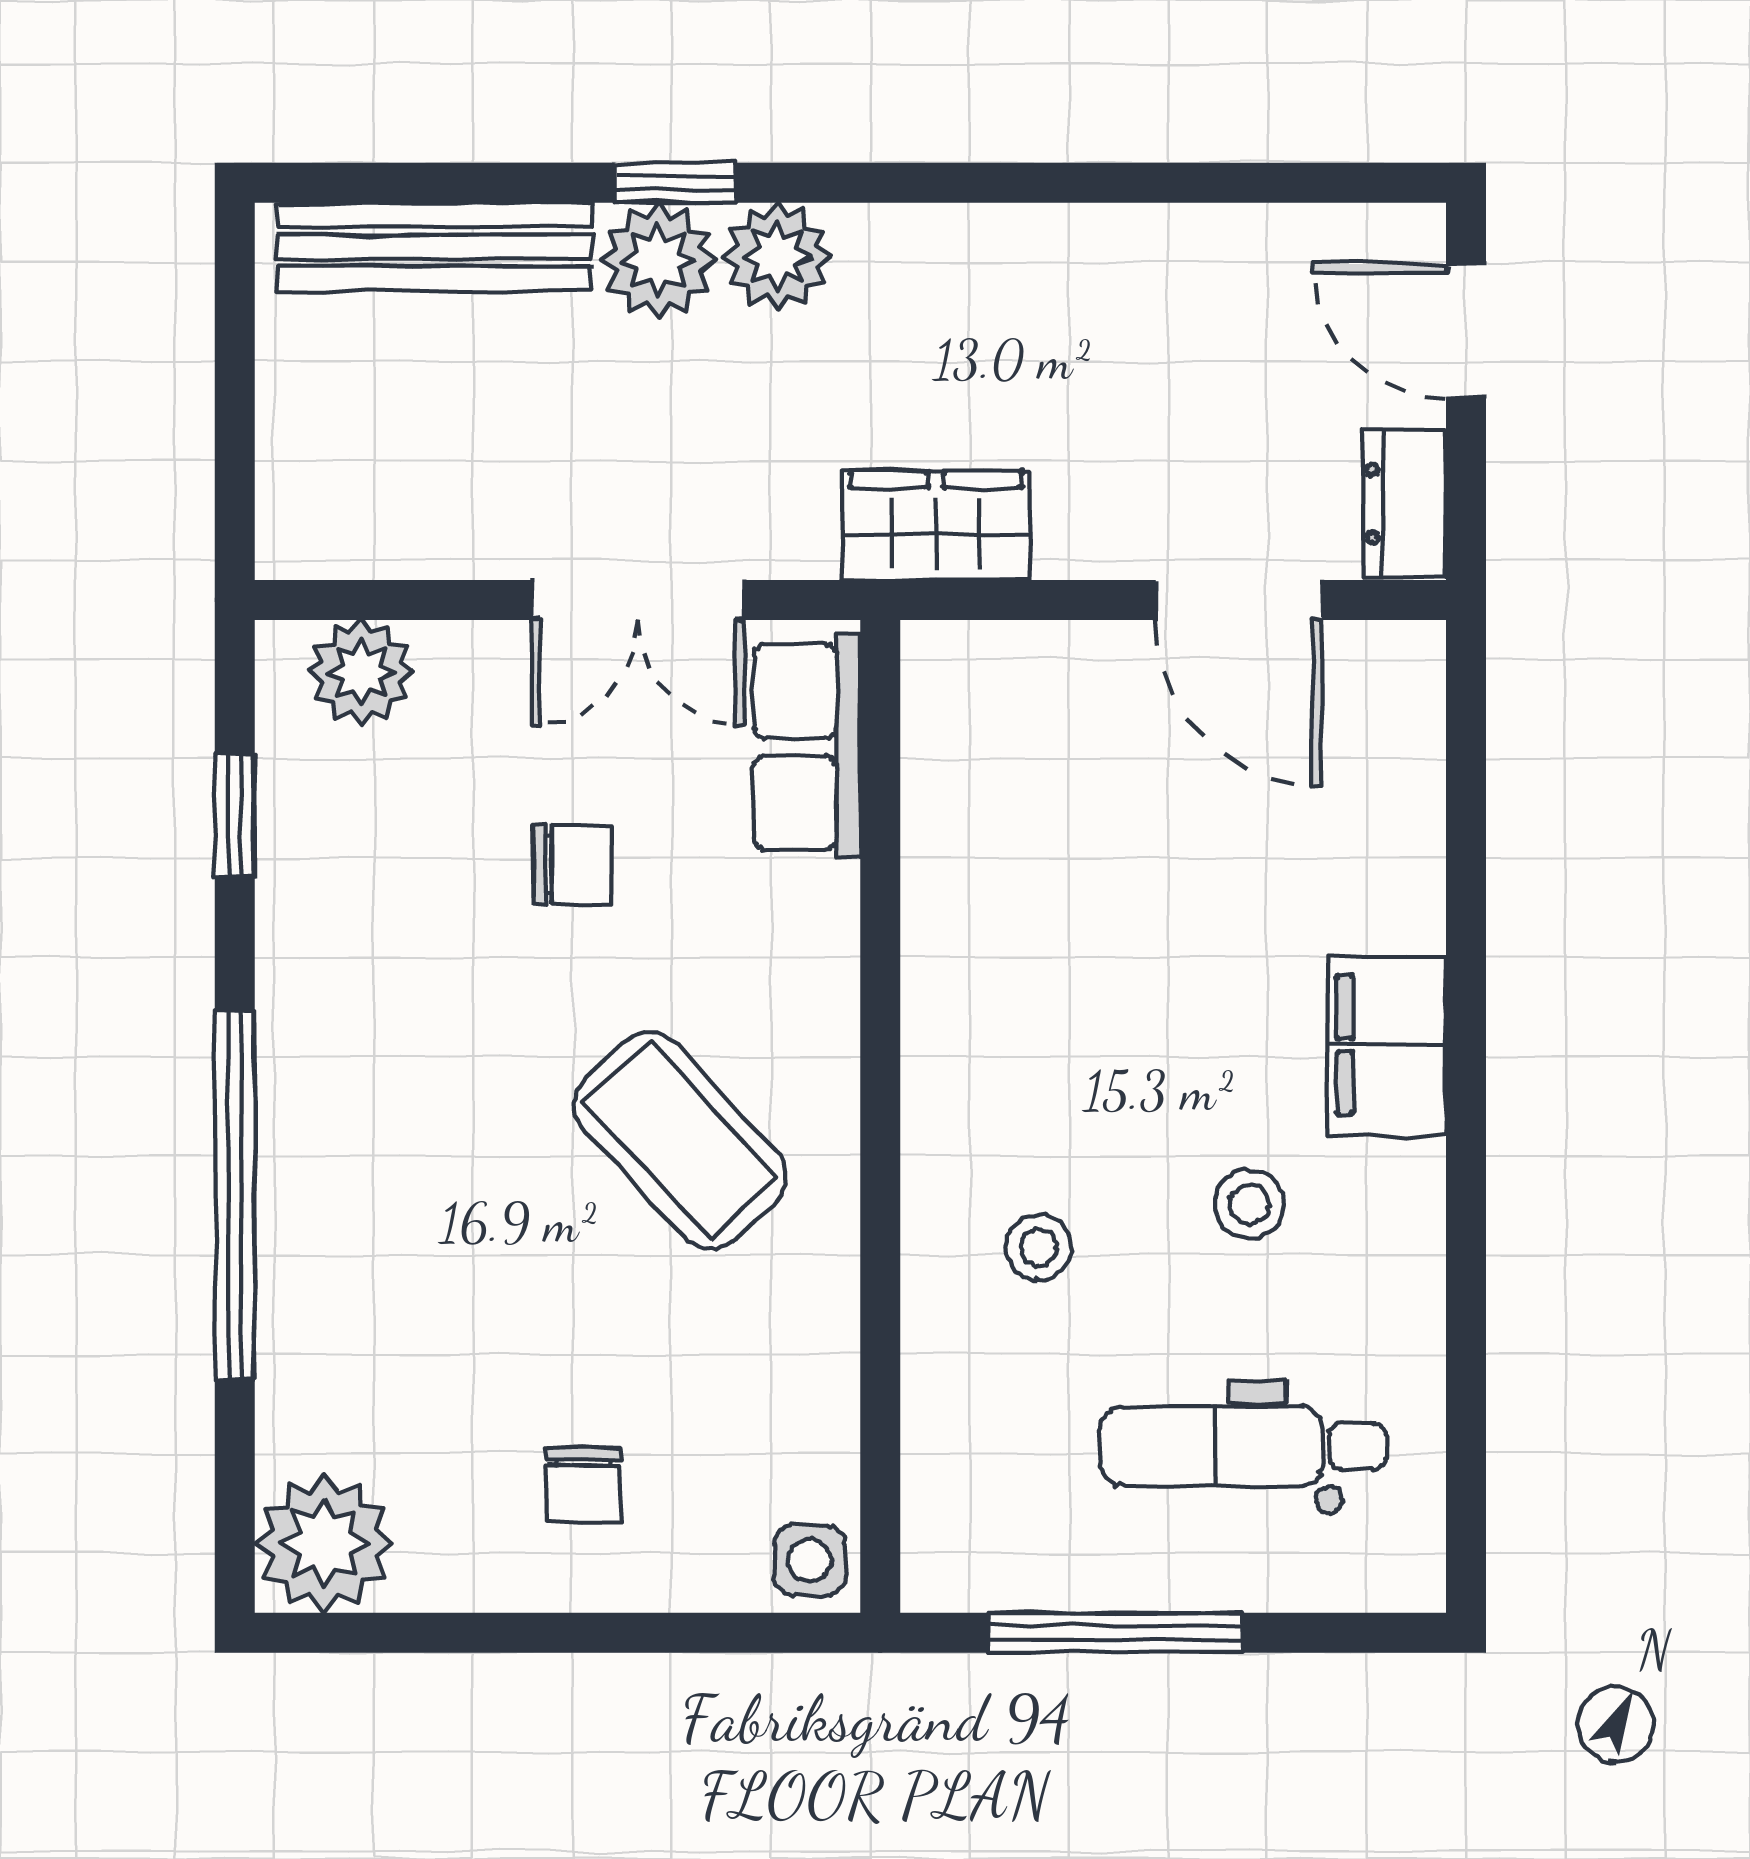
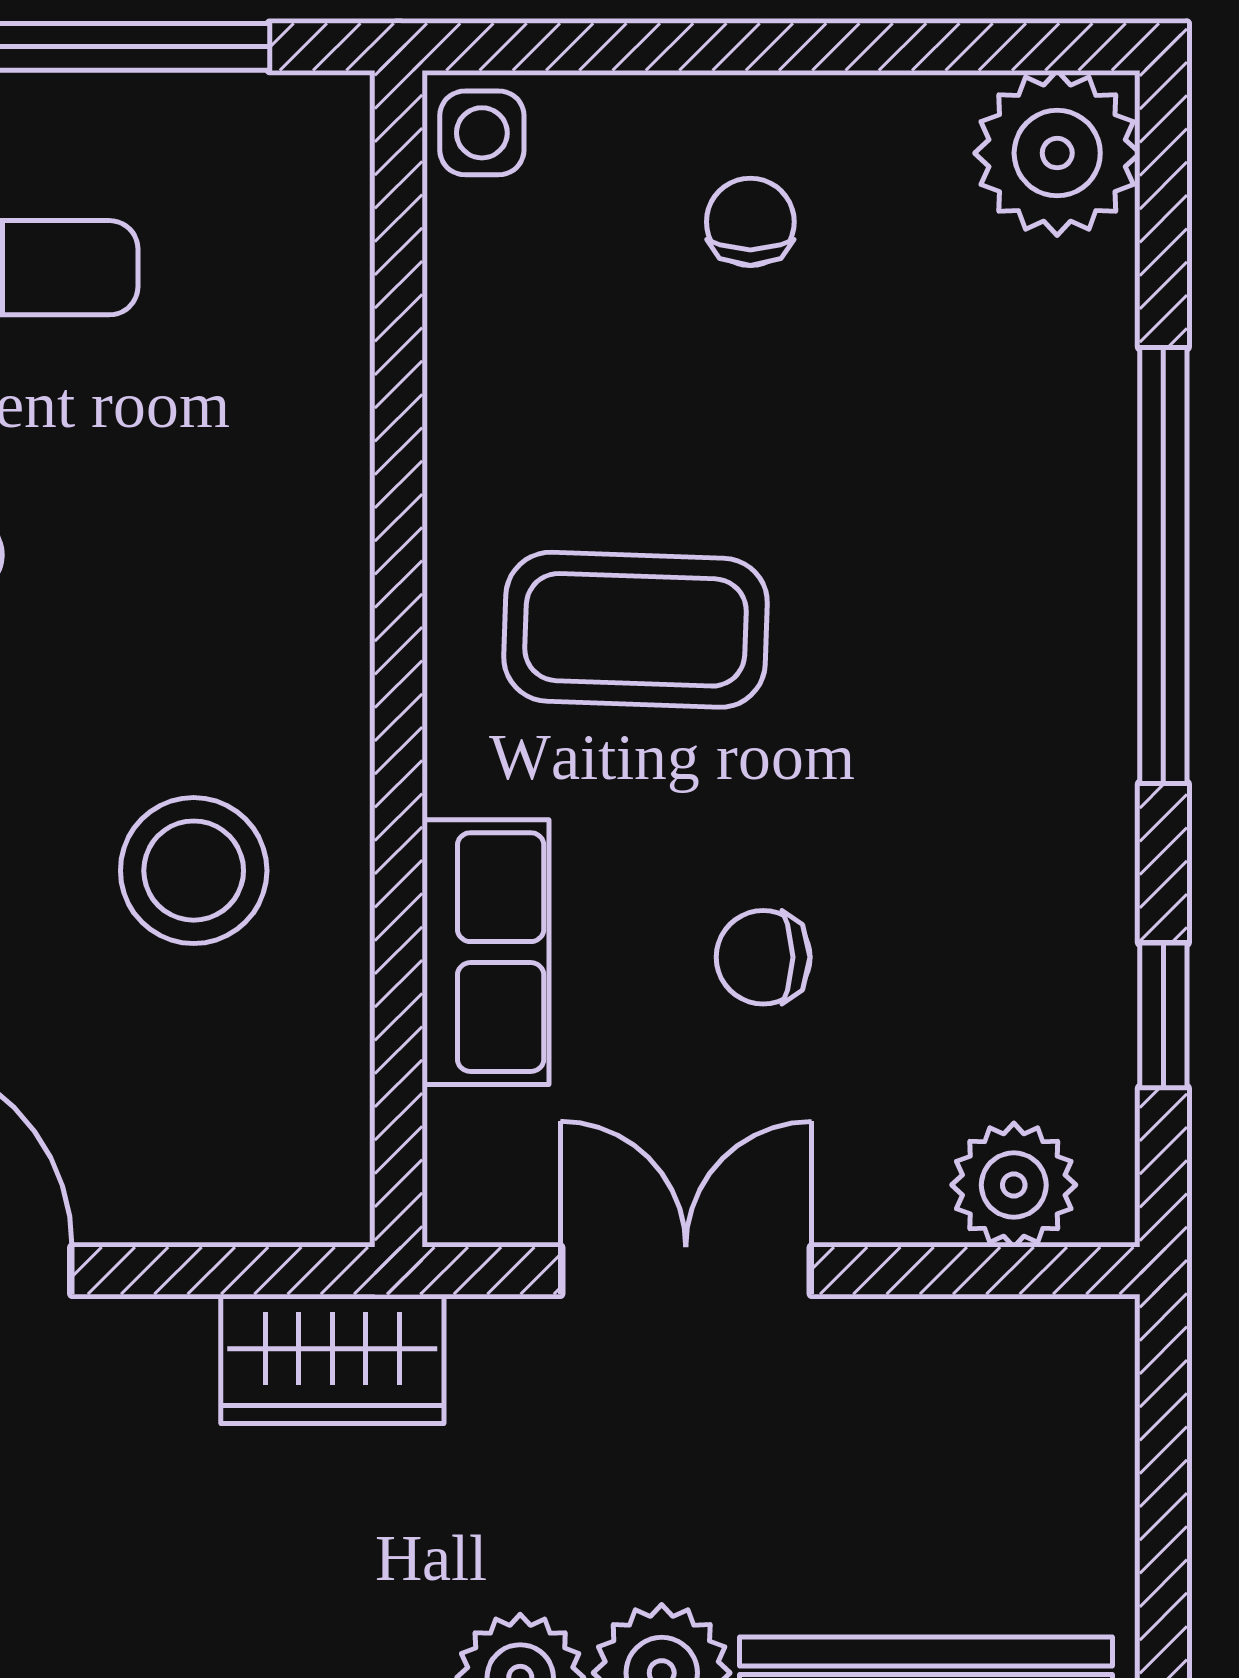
row of seats: (807, 747) -> (485, 952), moved
coffee table: (680, 1141) -> (635, 630), turned -45
stool: (1039, 1247) -> (194, 871), moved, width x1.89, depth x1.89

